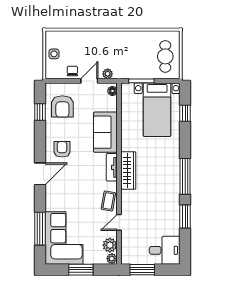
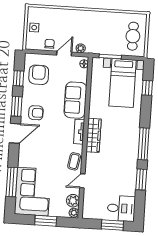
armchair: (62, 106) -> (39, 75), turned 180
window: (40, 144) -> (17, 106), added
armchair: (62, 149) -> (36, 113), turned 90
window: (142, 270) -> (112, 225), moved

